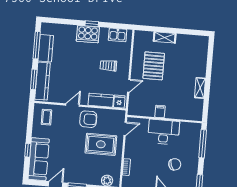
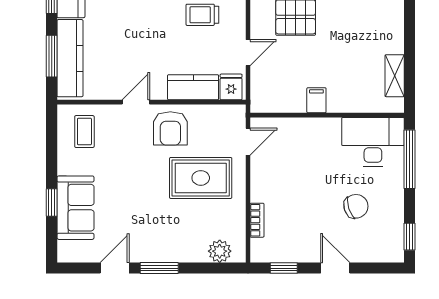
shelving: (200, 88) -> (395, 76), moved
armchair: (88, 119) -> (170, 128), turned 90
desk: (164, 132) -> (373, 142), moved
sofa: (39, 159) -> (75, 208), width x0.73

